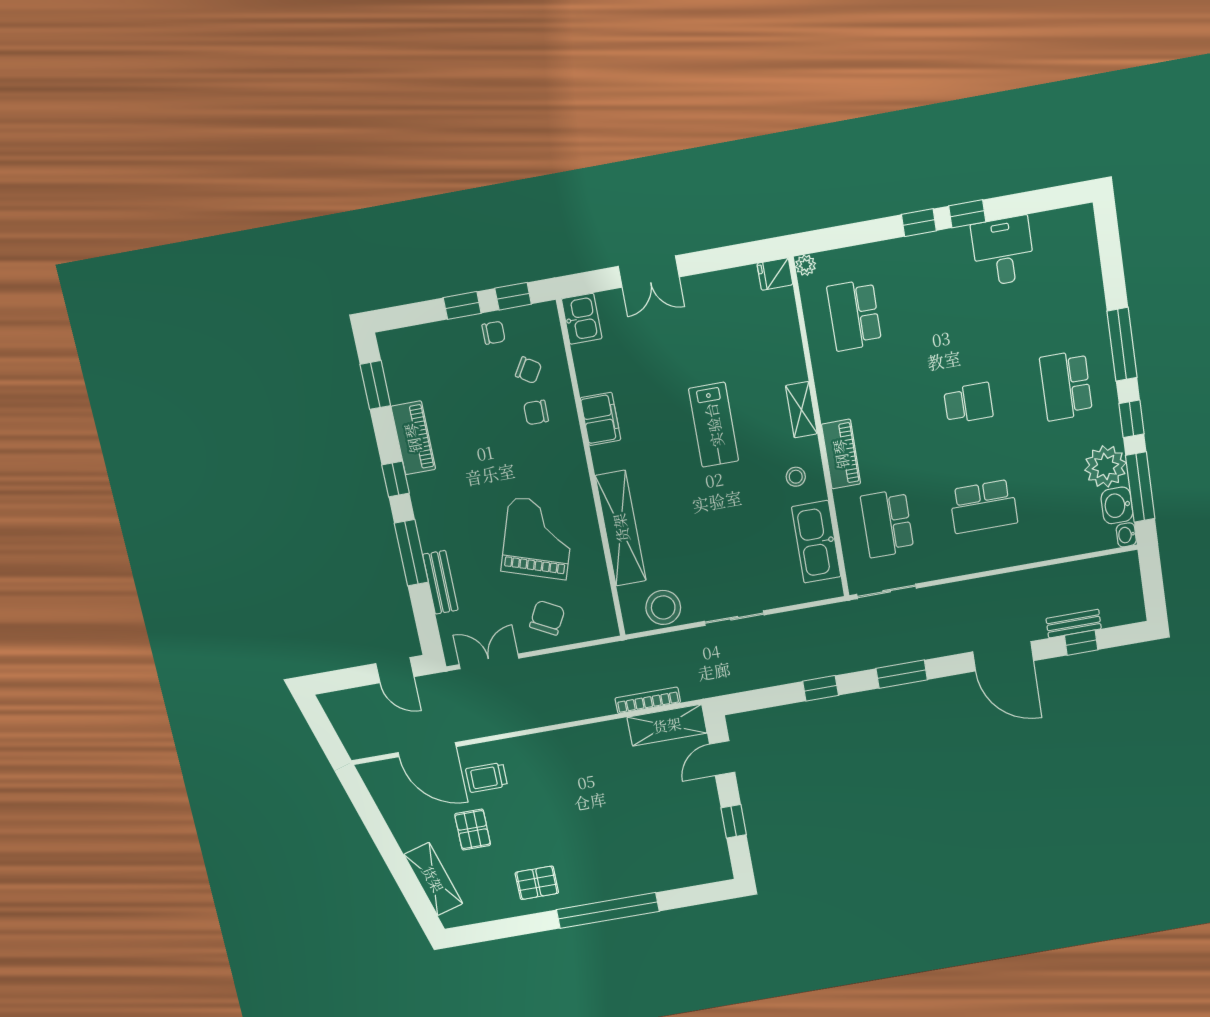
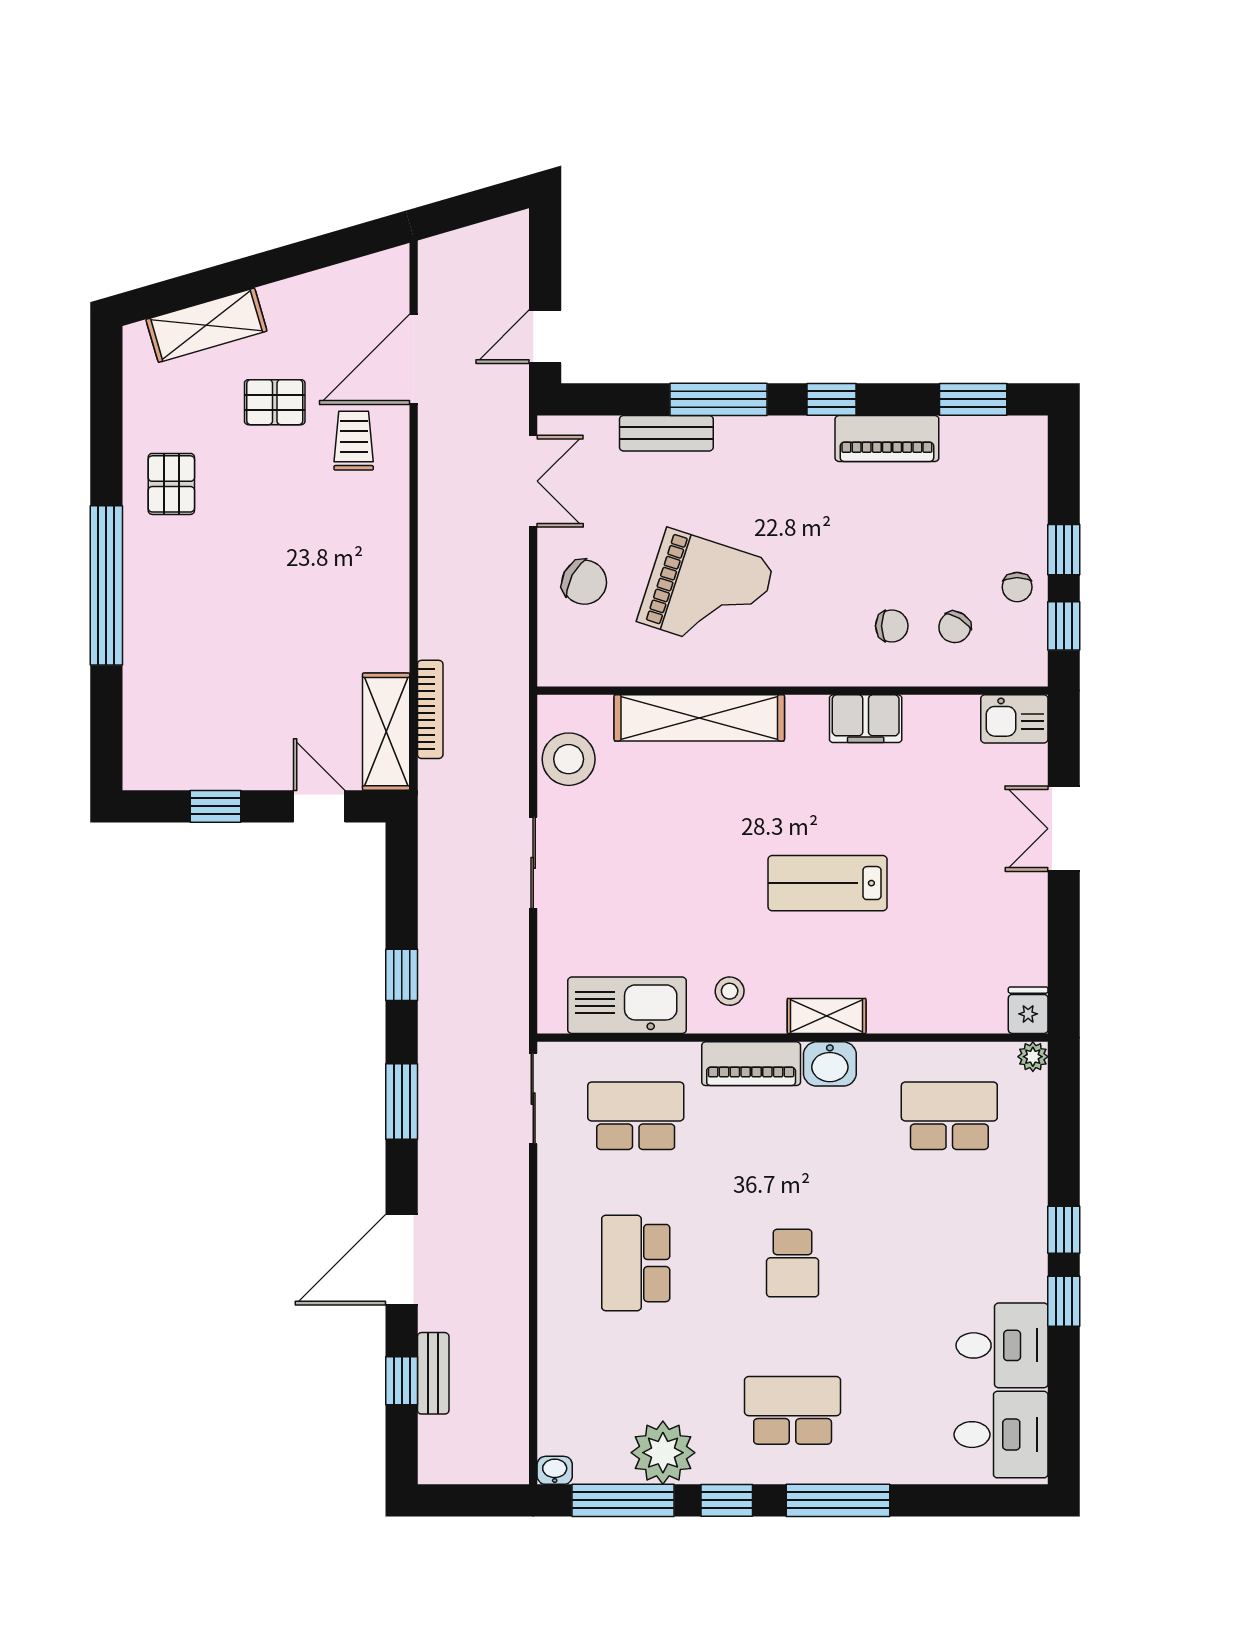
desk: (1063, 241) -> (1001, 1435), added
chair: (536, 412) -> (892, 626), turned 90
washbasin: (1117, 505) -> (830, 1064), moved, turned 180

